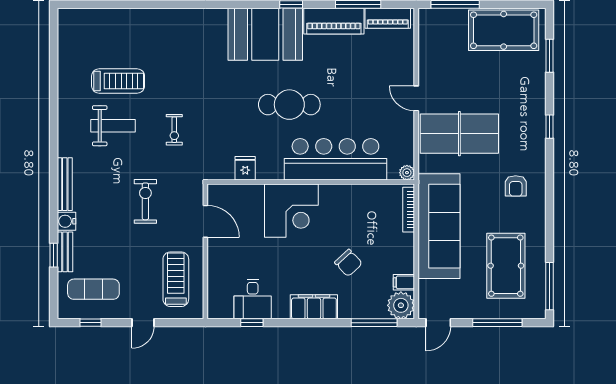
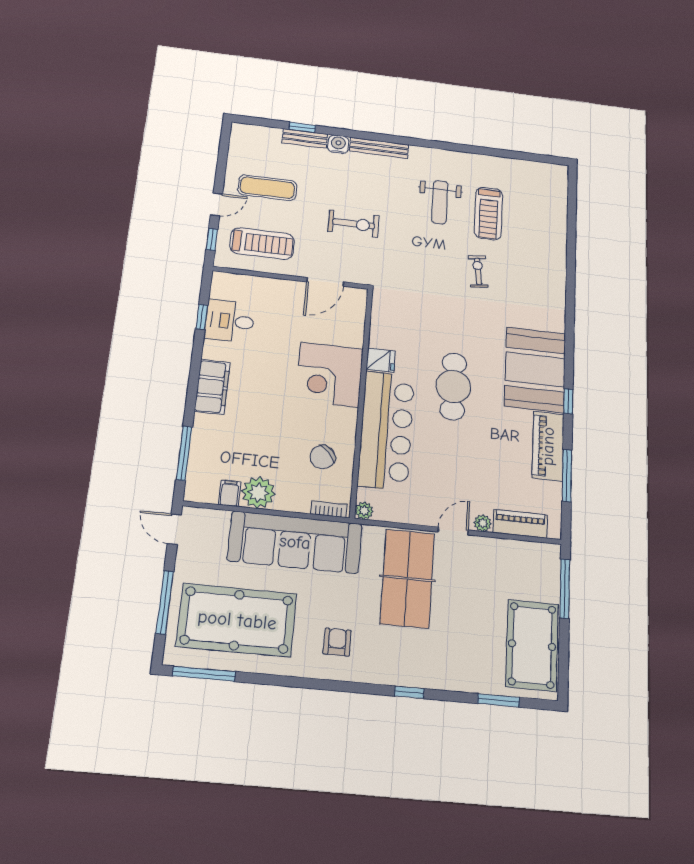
piano: (388, 18) -> (520, 524), moved, turned 90
plant: (407, 74) -> (483, 523), added
exercise bike: (174, 130) -> (478, 271), moved, turned 83
fridge: (245, 168) -> (381, 360), moved
armchair: (516, 186) -> (337, 642), turned 90
bookcase: (409, 210) -> (329, 509), width x0.64
chair: (348, 263) -> (323, 457), moved
pool table: (506, 266) -> (237, 620), width x1.36, depth x1.32
exercise mat: (93, 289) -> (267, 188), moved, turned 90
plant: (401, 305) -> (258, 493), moved
window: (90, 323) -> (212, 239), moved
door: (143, 323) -> (216, 204), swing flipped

